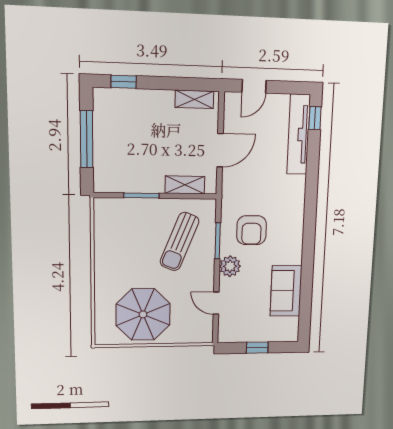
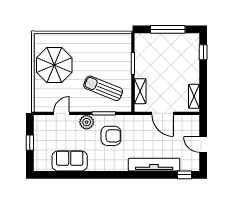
door: (254, 86) -> (203, 145), moved
tv unit: (299, 134) -> (154, 165), moved
armchair: (252, 230) -> (111, 136), turned 180

